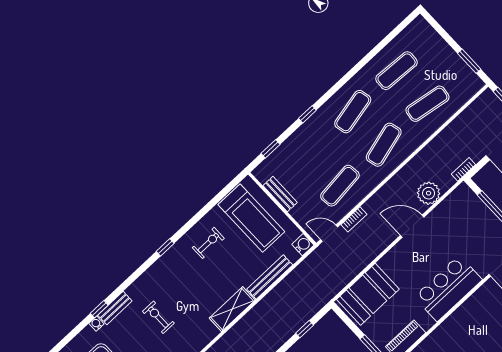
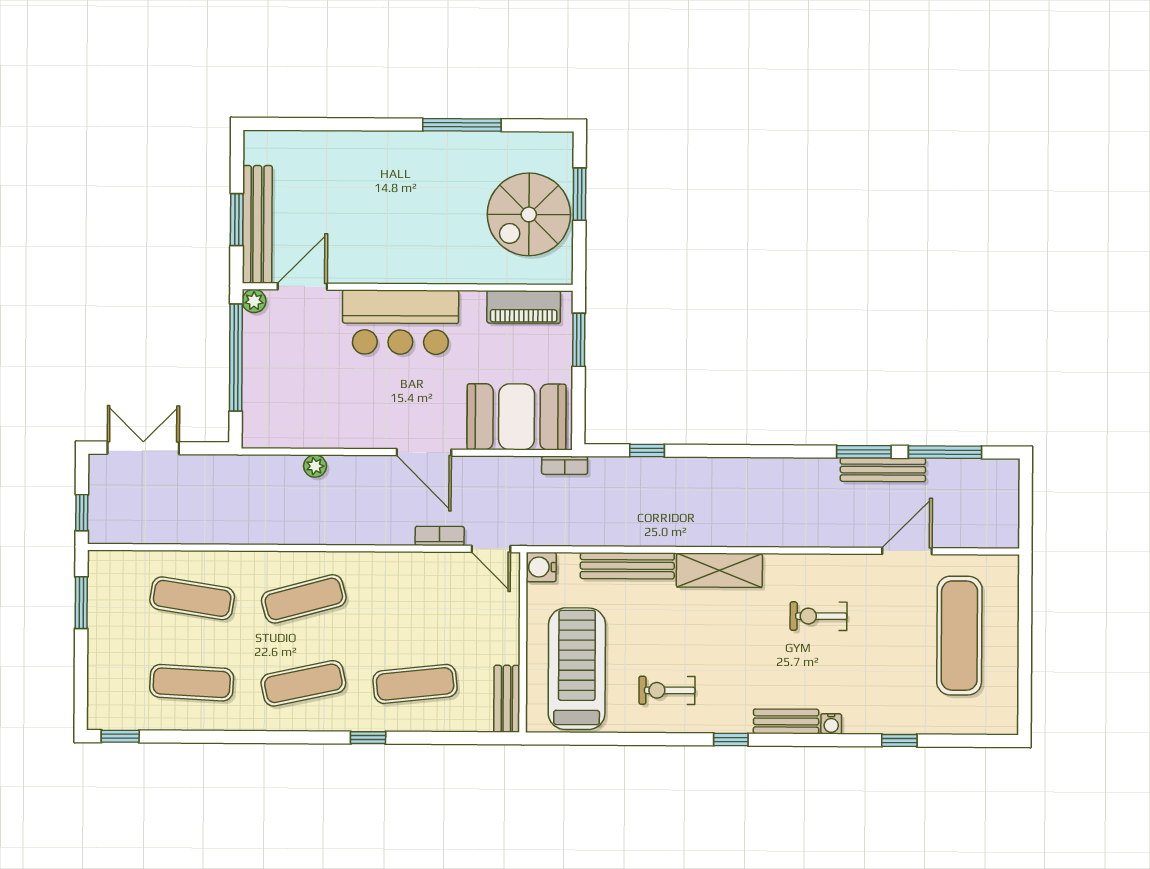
window: (270, 149) -> (120, 736), moved
bookcase: (463, 169) -> (565, 465), moved
exercise mat: (340, 186) -> (415, 684), moved
plant: (429, 193) -> (315, 466), width x0.53, depth x0.53
bench: (280, 194) -> (507, 699), moved
door: (412, 226) -> (424, 452), moved
bench: (115, 308) -> (786, 721), moved
exercise bike: (158, 317) -> (818, 616), moved, turned 90
water cooler: (96, 324) -> (831, 724), moved

